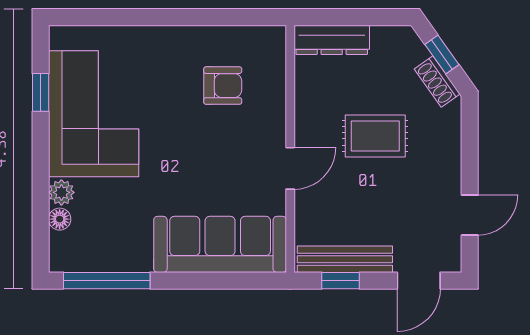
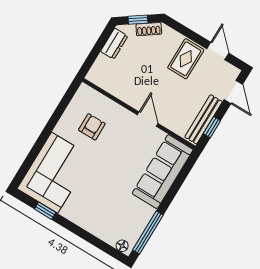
dresser: (332, 40) -> (114, 44), moved, width x0.70
corner sofa: (94, 114) -> (55, 173), moved, turned 90
rug: (375, 136) -> (186, 59), moved
plant: (61, 192) -> (96, 229), removed
floor lamp: (60, 219) -> (122, 246), moved

